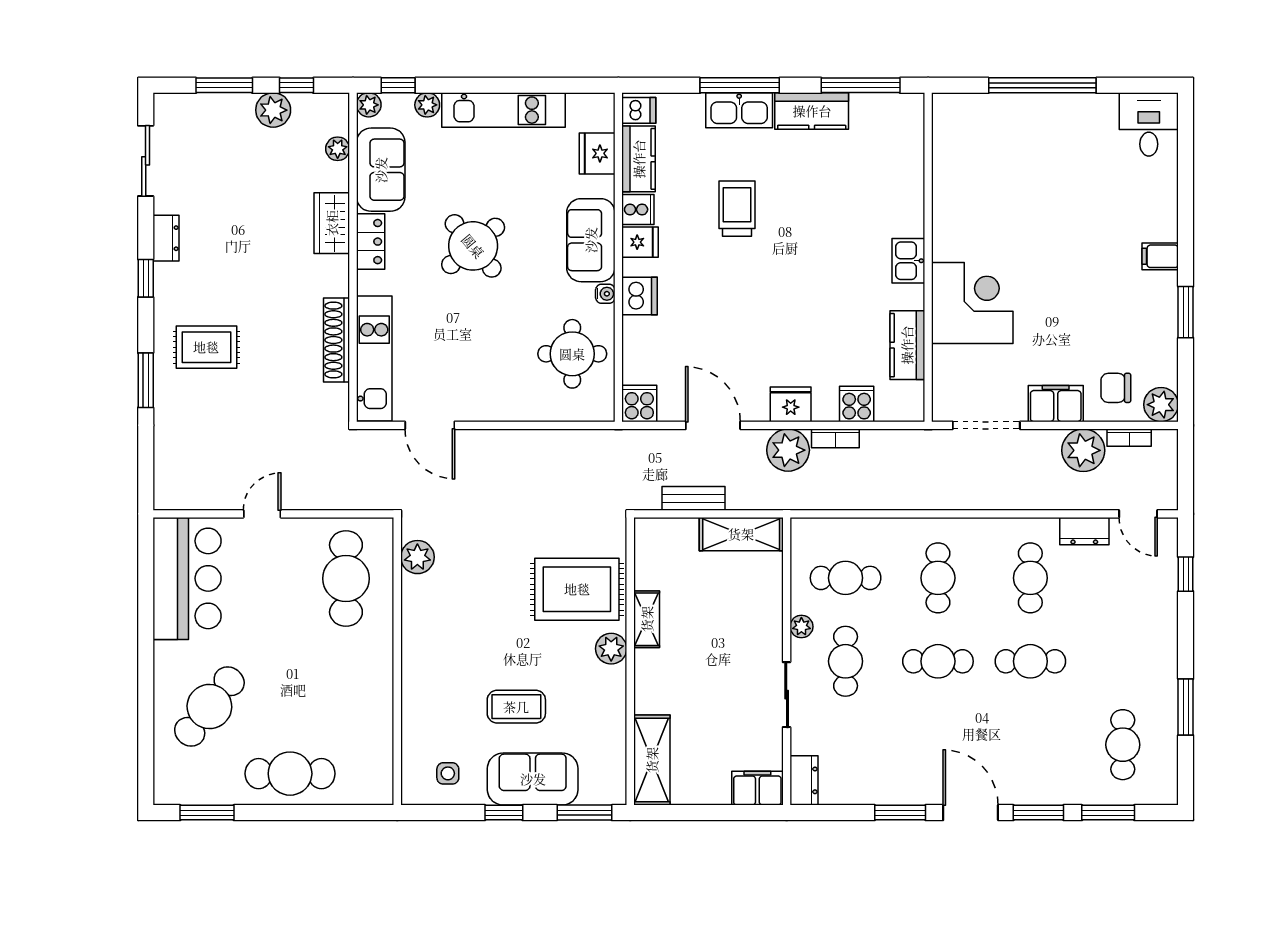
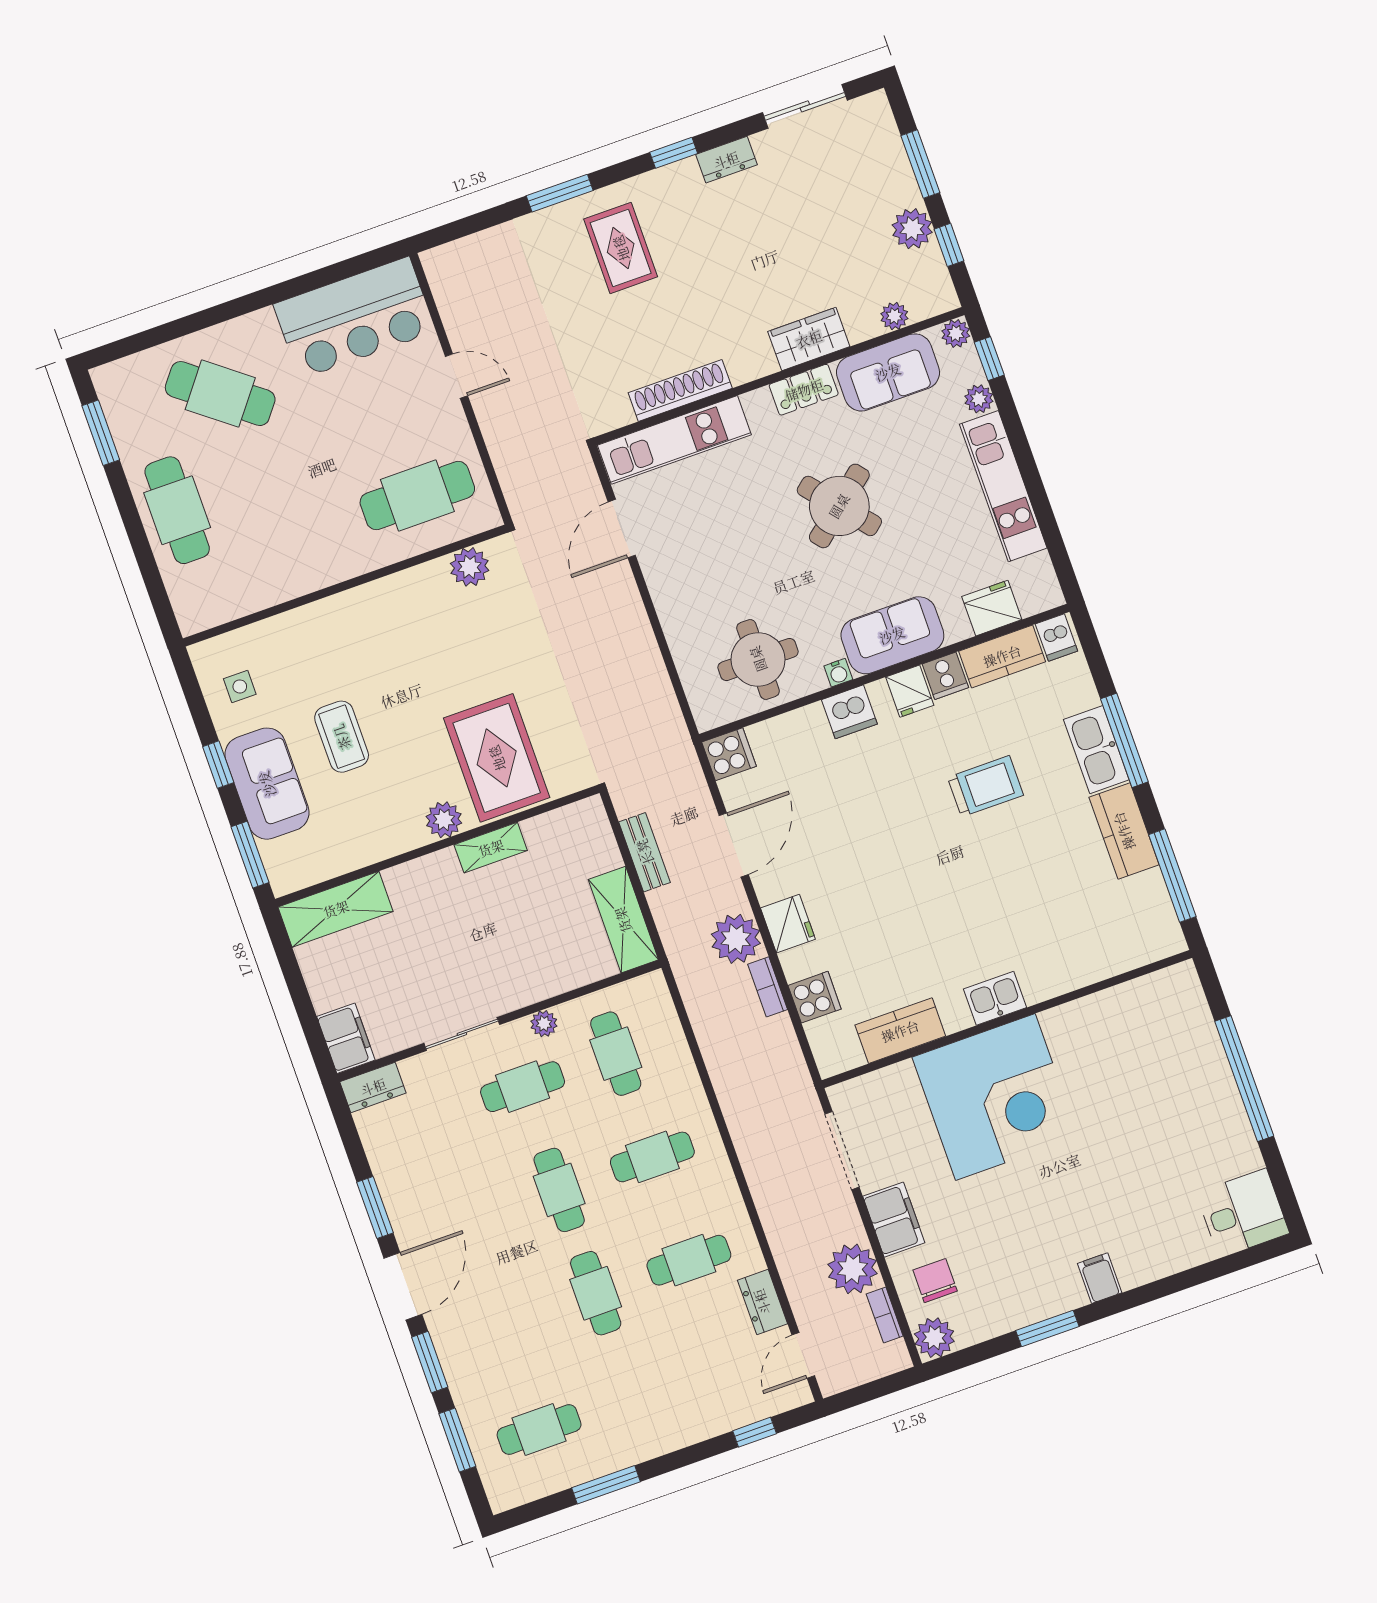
corner desk: (972, 303) -> (995, 1097), width x1.36, depth x1.36

